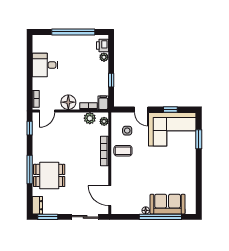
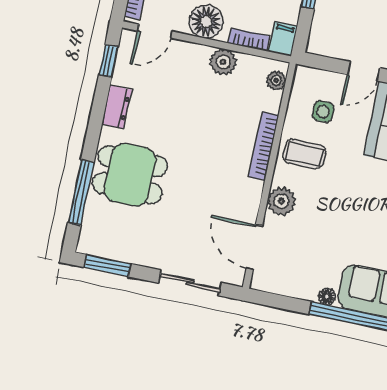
door: (141, 109) -> (364, 71), hinge flipped
plant: (90, 118) -> (223, 62), moved
window: (30, 170) -> (81, 193), moved
plant: (117, 173) -> (281, 201), added
dresser: (37, 205) -> (117, 107), moved

